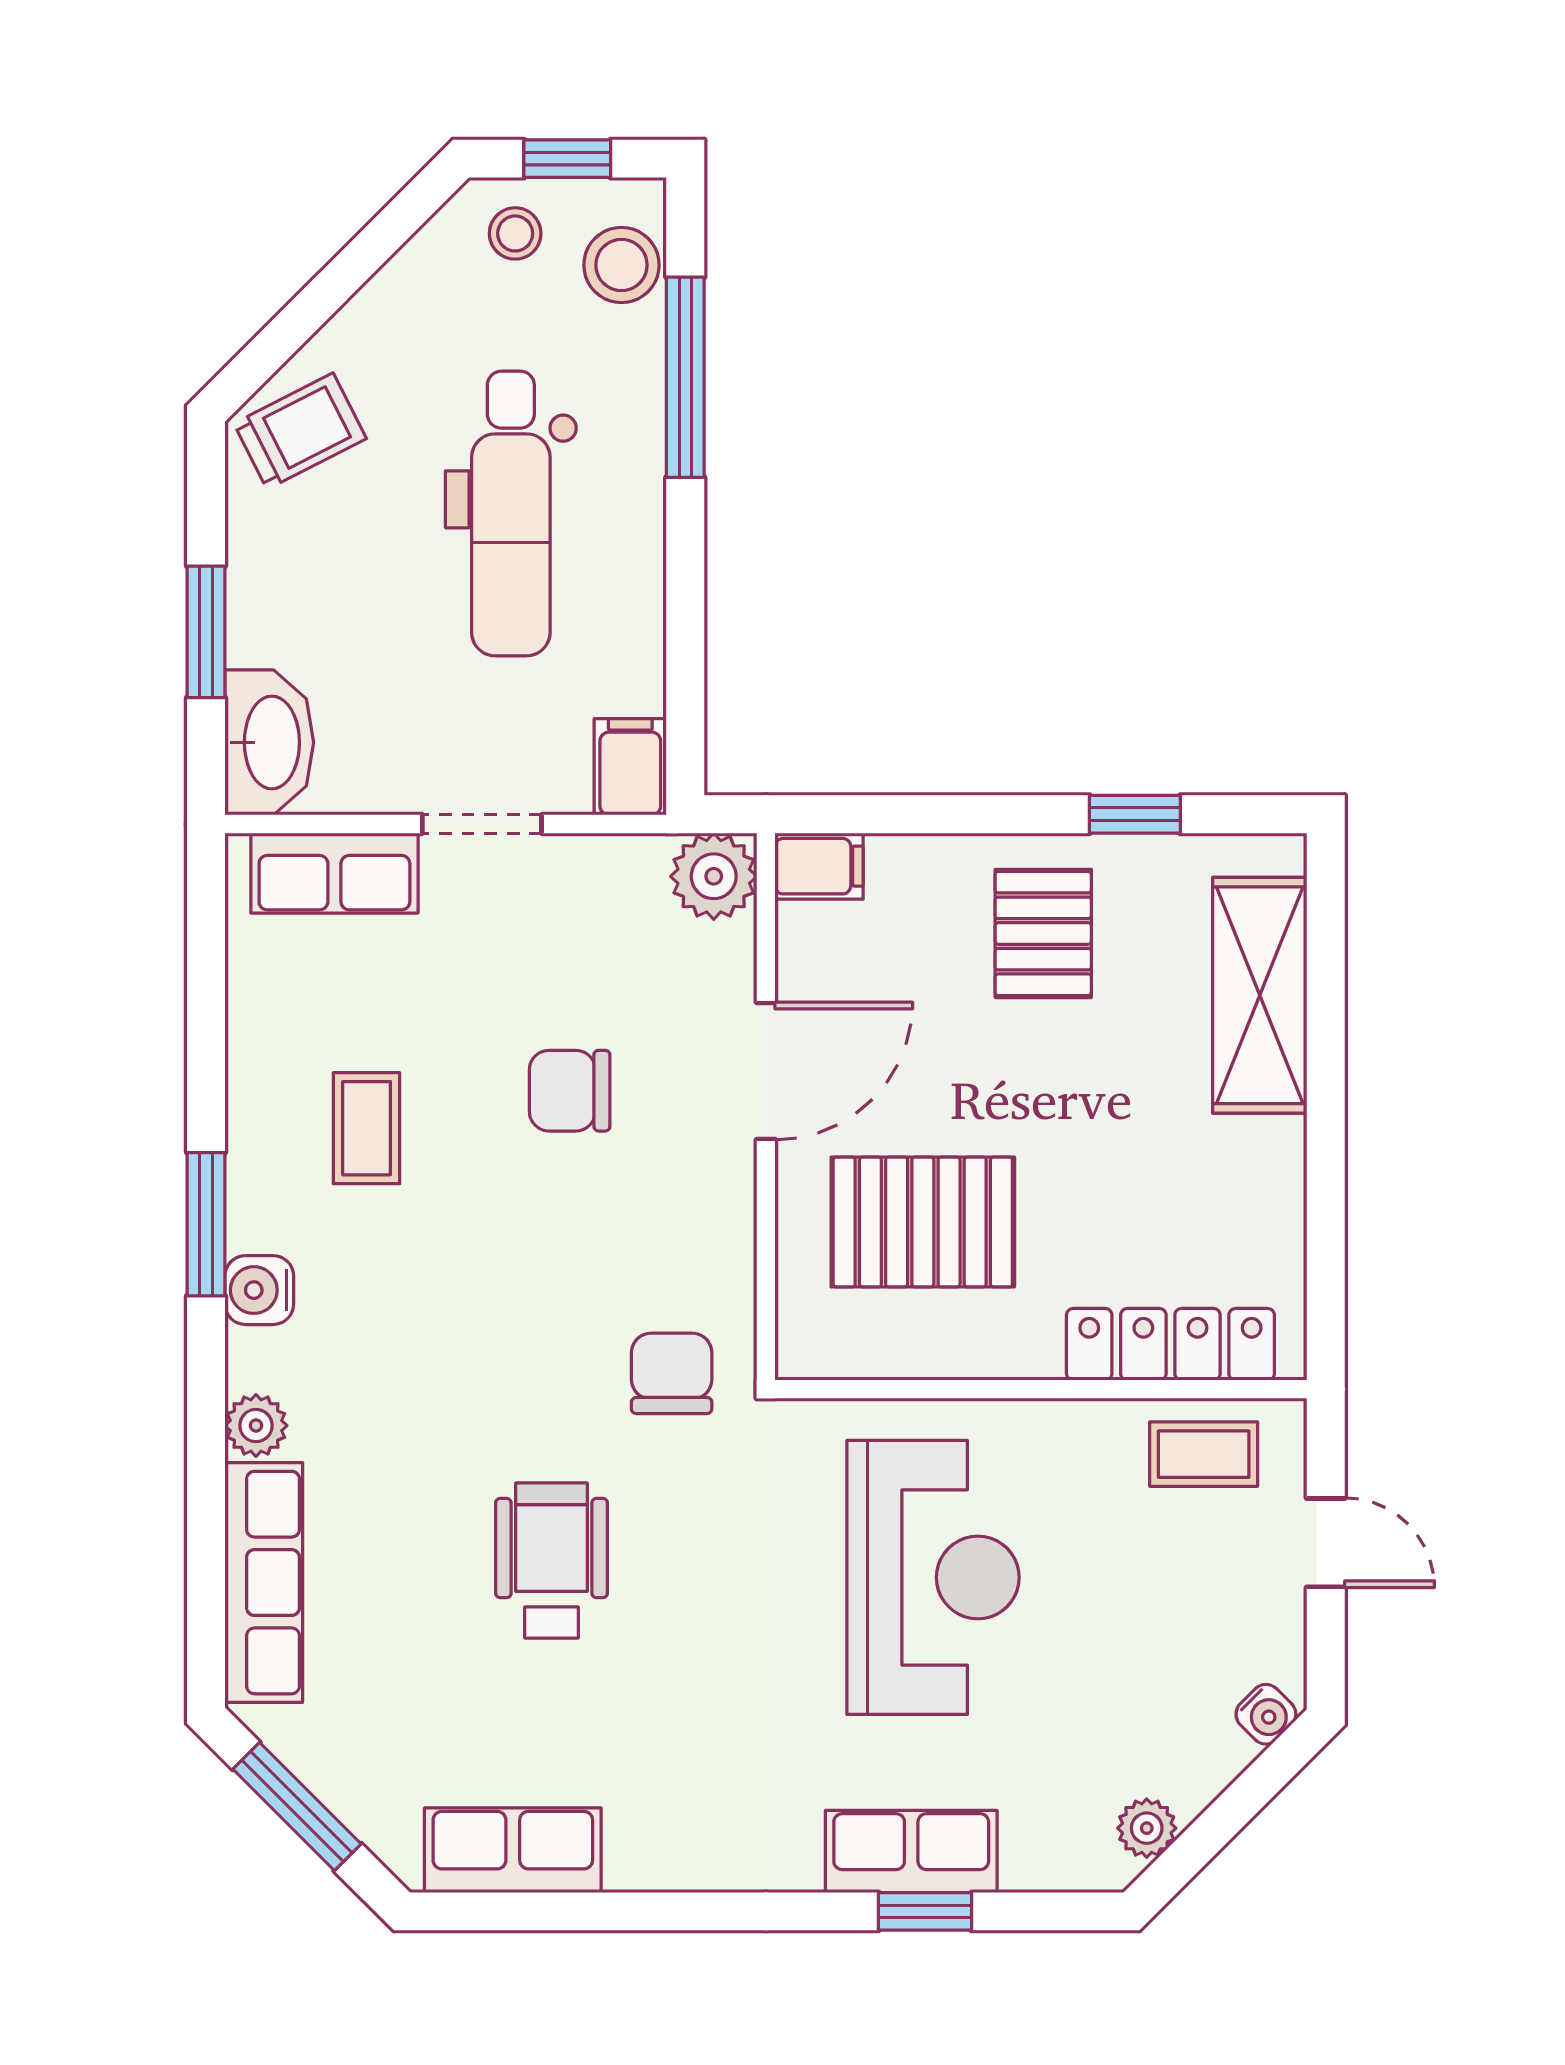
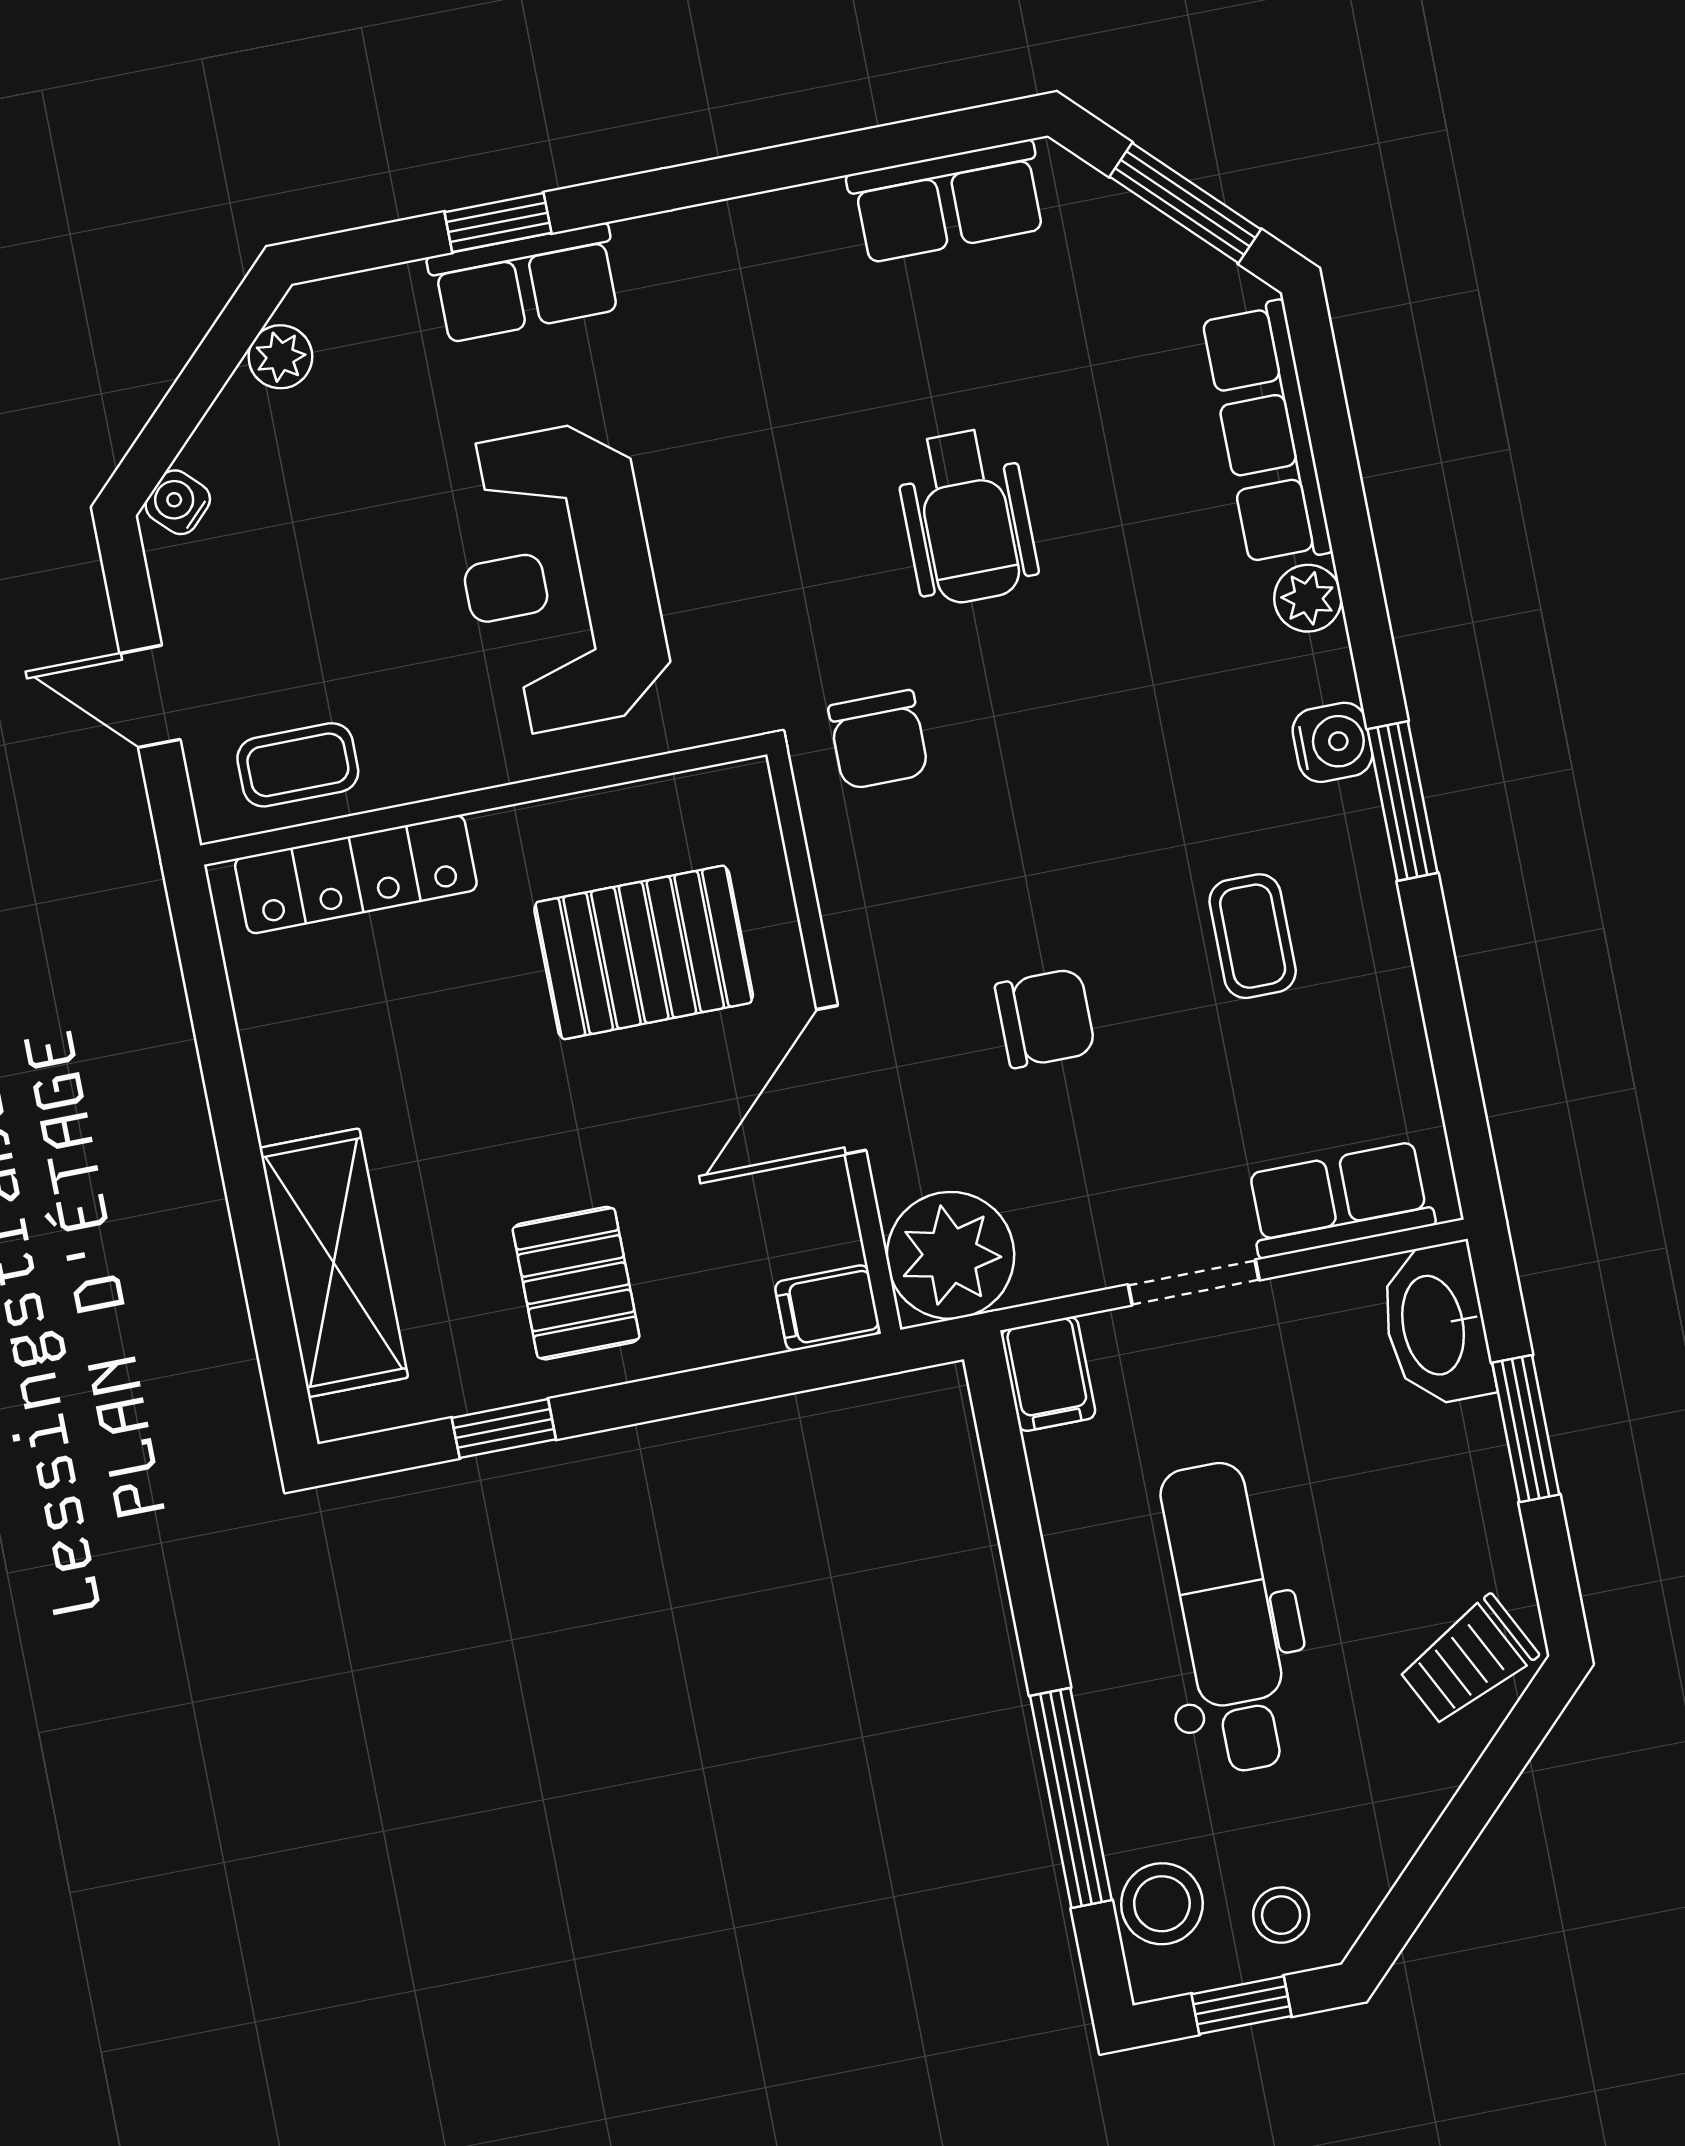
plant: (714, 876) -> (950, 1255), width x1.36, depth x1.36

